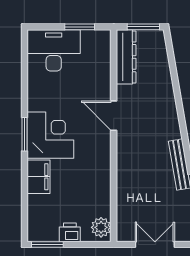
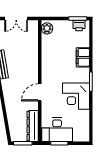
desk: (54, 50) -> (57, 130), moved
door: (114, 116) -> (40, 92), swing flipped
corner desk: (50, 135) -> (76, 96), moved
printer: (70, 232) -> (79, 25), moved

